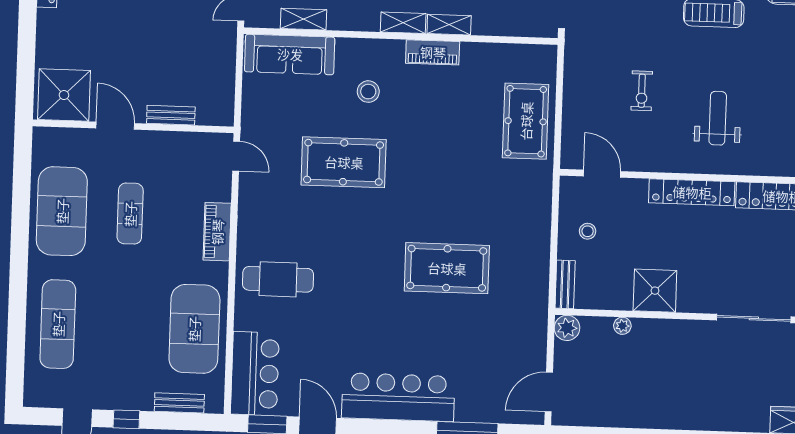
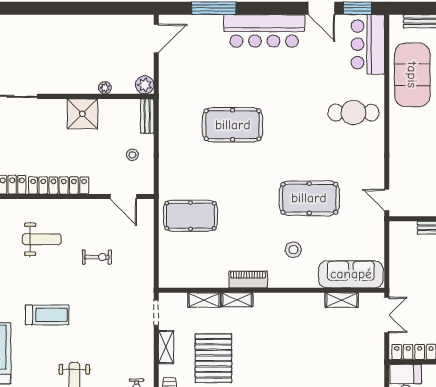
shelving: (403, 23) -> (204, 300), moved
exercise bike: (642, 91) -> (97, 257), turned 90
weight bench: (718, 118) -> (42, 239), turned -90
pool table: (526, 121) -> (191, 216), moved, turned 90
piano: (217, 232) -> (398, 145), removed

